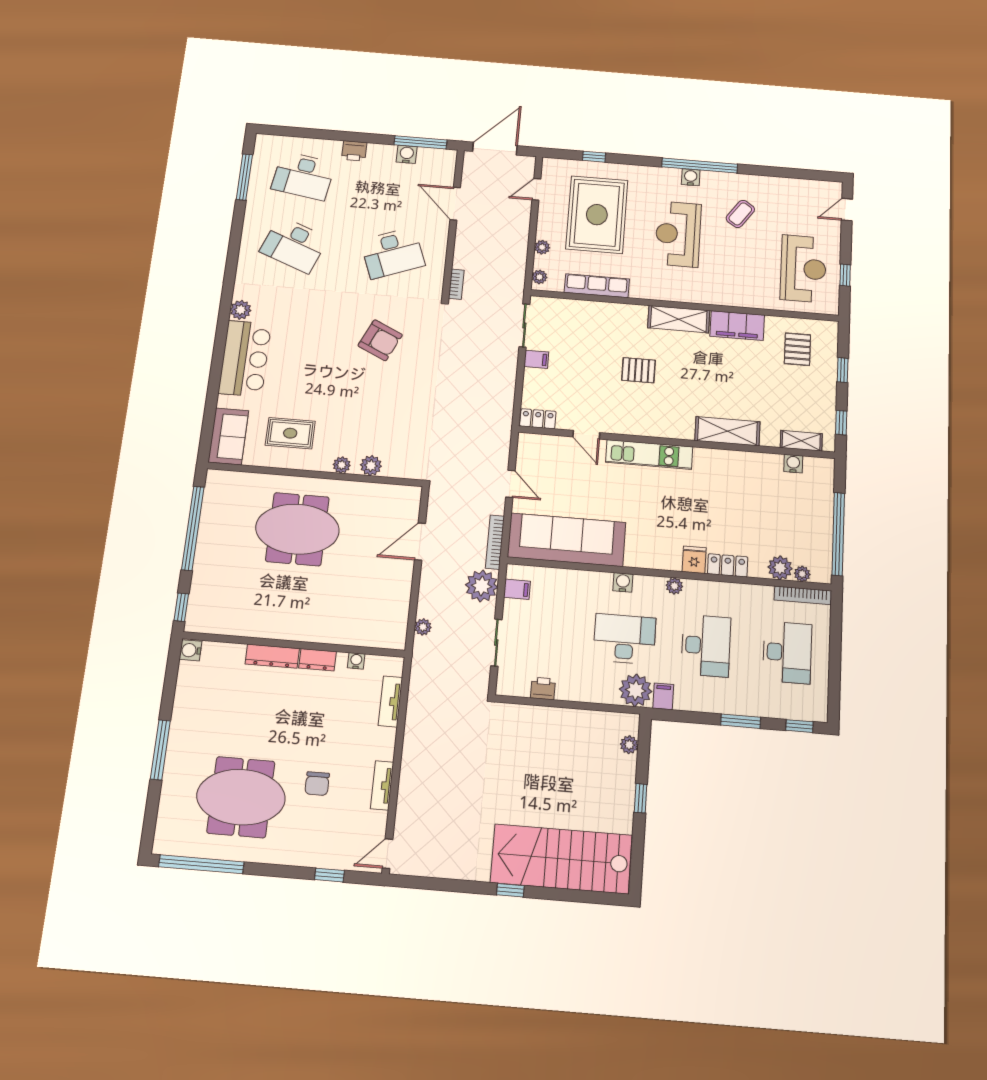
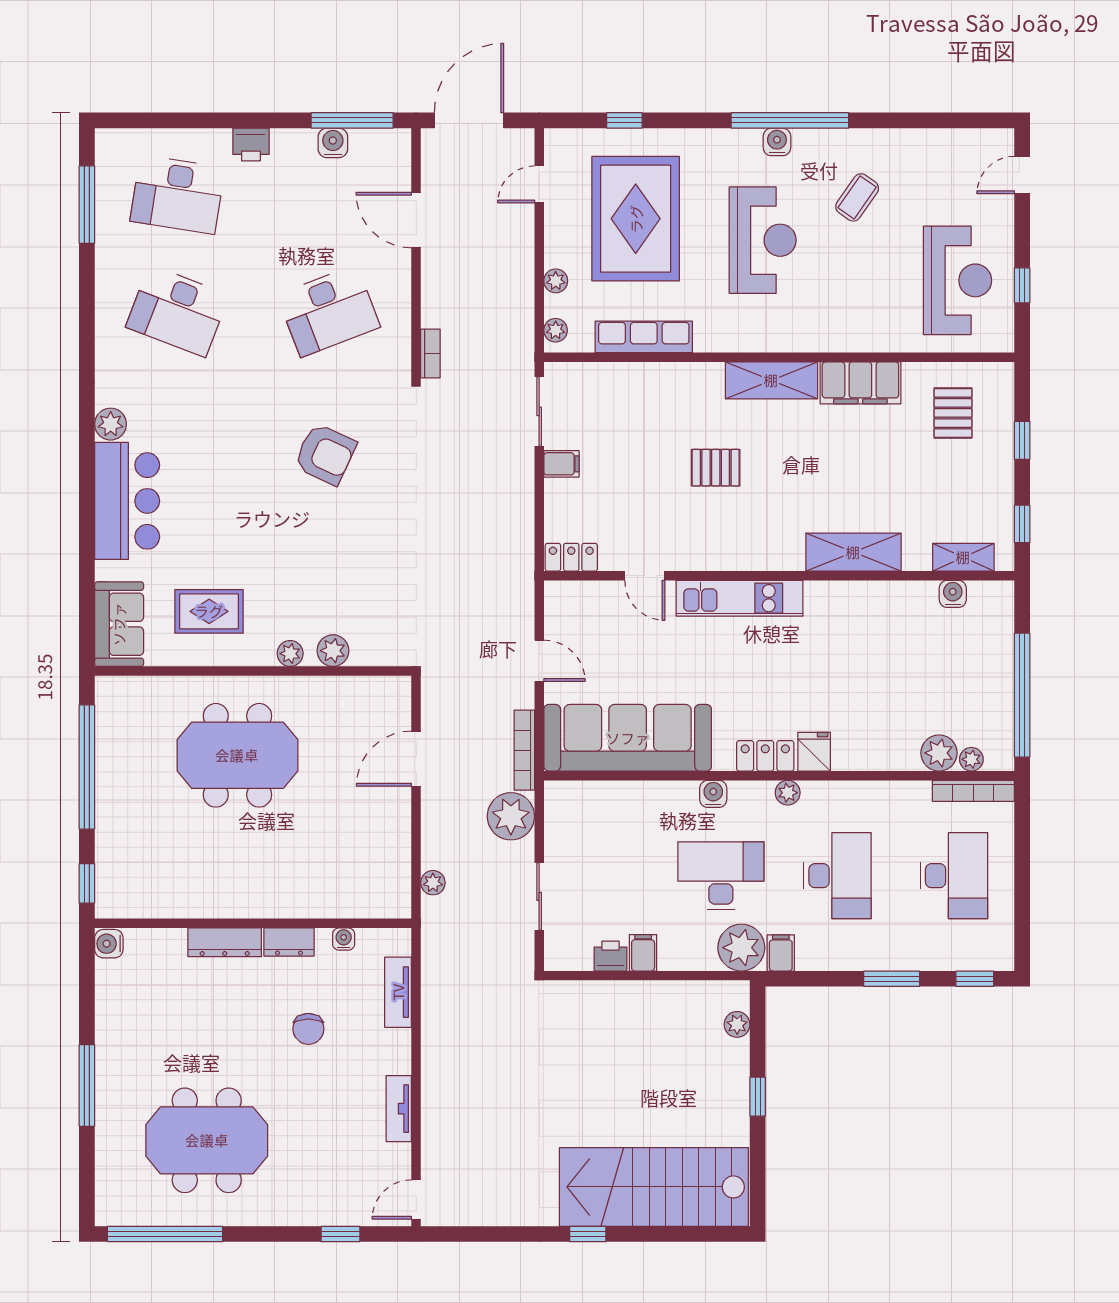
reception desk: (678, 234) -> (763, 240), turned 180
locker: (728, 565) -> (765, 756), moved
filing cabinet: (517, 589) -> (643, 953), moved, turned -90
chair: (317, 784) -> (308, 1029), moved

